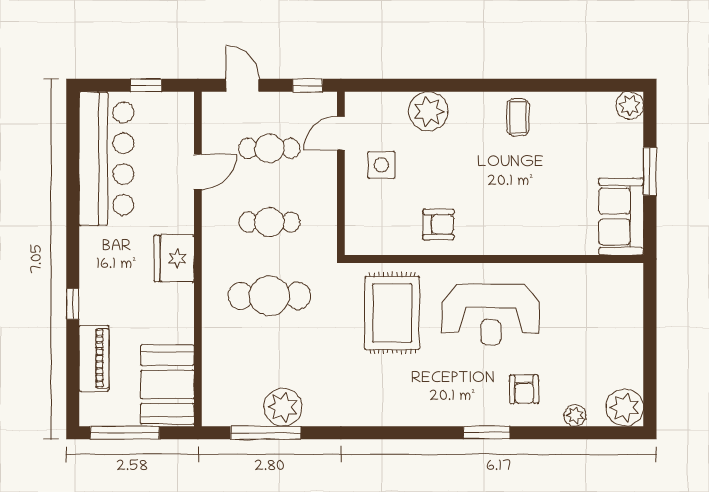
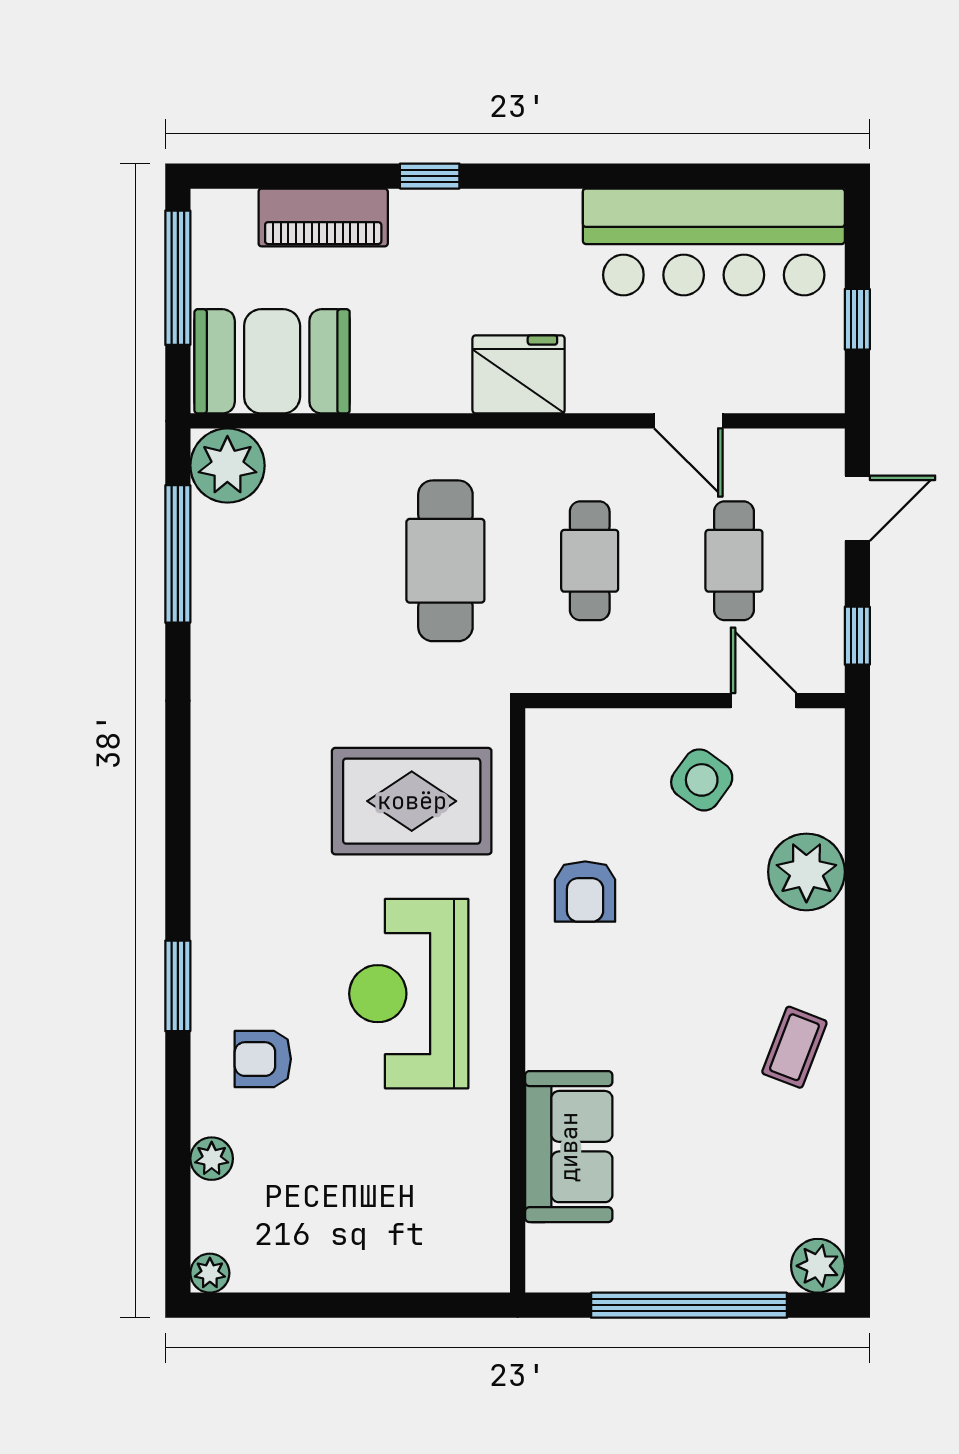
coffee table: (518, 117) -> (794, 1047), turned -69
side table: (381, 165) -> (702, 780), turned 36
window: (650, 171) -> (689, 1305), width x2.11
sofa: (621, 217) -> (569, 1147), moved, turned 90
plant: (283, 407) -> (227, 466), moved
plant: (625, 408) -> (210, 1273), width x0.53, depth x0.53

